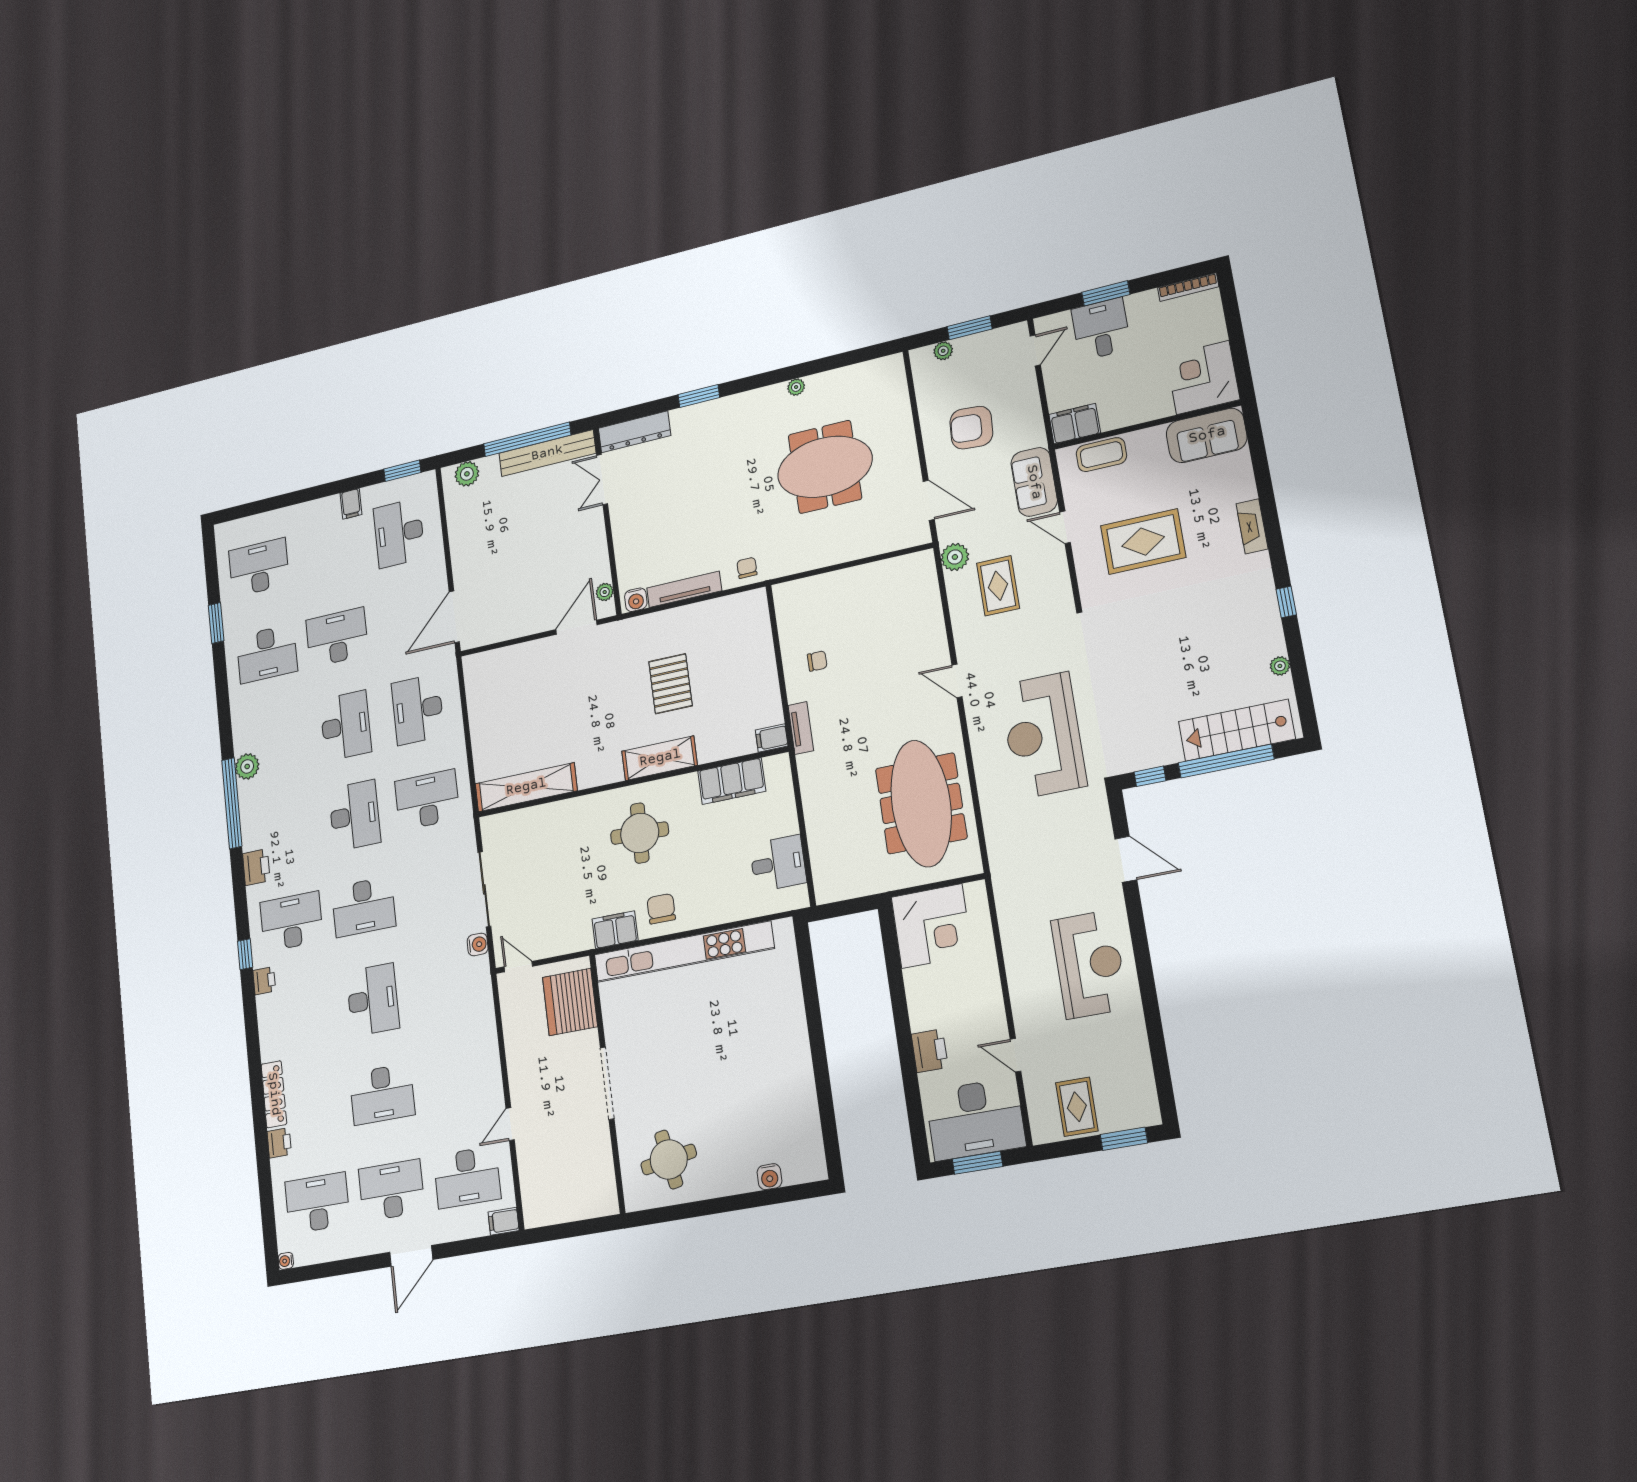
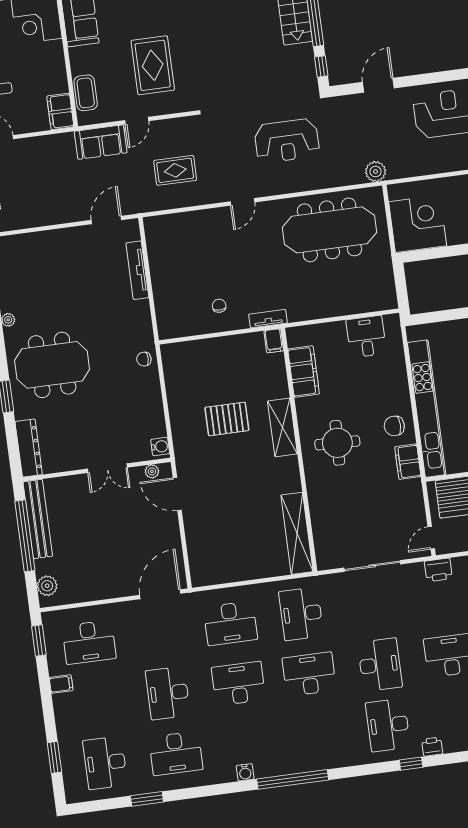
armchair: (971, 428) -> (55, 187), removed
meeting table: (825, 467) -> (52, 365), moved, turned 90
double door: (602, 480) -> (107, 468), moved
window: (267, 505) -> (54, 757), added
plant: (955, 557) -> (376, 172), moved
tv unit: (684, 589) -> (137, 270), moved
door: (454, 617) -> (160, 594), swing flipped
desk: (267, 654) -> (176, 753), turned 90
reception desk: (1043, 735) -> (287, 141), width x0.74, depth x0.77
plant: (247, 766) -> (265, 767), removed
printer: (256, 867) -> (438, 570), moved, turned 180
water cooler: (478, 944) -> (245, 772), moved, turned 180

